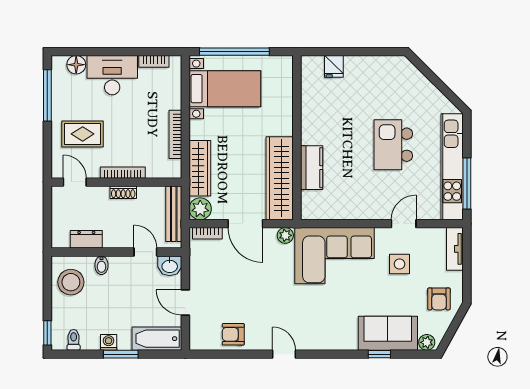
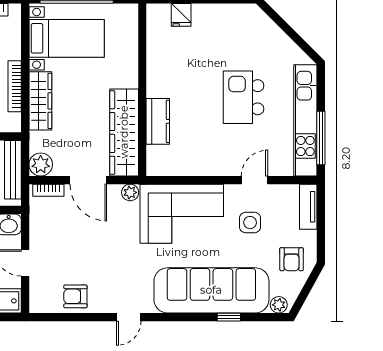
wardrobe: (200, 168) -> (40, 101), moved
sofa: (388, 333) -> (211, 290), width x1.85, depth x1.27
door: (284, 354) -> (129, 317), swing flipped

